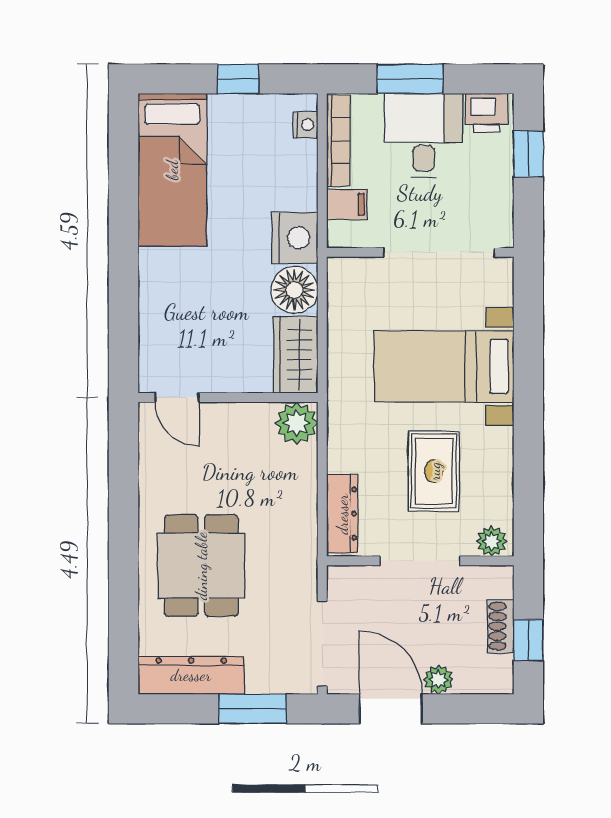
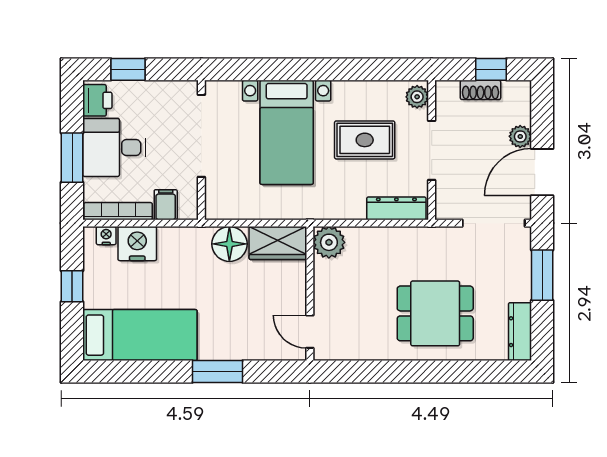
nightstand: (295, 238) -> (137, 244), moved
window: (124, 274) -> (218, 372), added
door: (177, 398) -> (310, 332), swing flipped
dresser: (191, 675) -> (520, 332), width x0.73, depth x0.80

